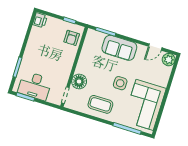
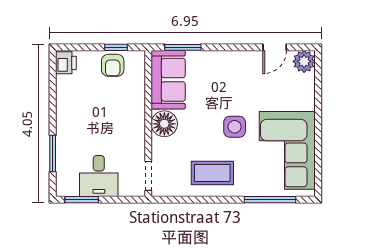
armchair: (72, 38) -> (113, 65), moved
sofa: (119, 48) -> (168, 80), moved, turned -90
floor lamp: (79, 82) -> (164, 124), moved
desk: (35, 86) -> (99, 176), width x0.73

